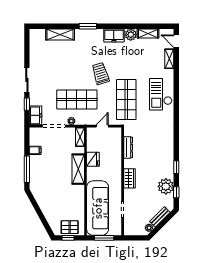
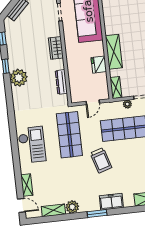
window: (88, 26) -> (97, 214), moved
freezer: (114, 35) -> (111, 202), moved
plant: (166, 186) -> (19, 78), moved

